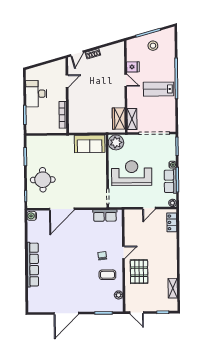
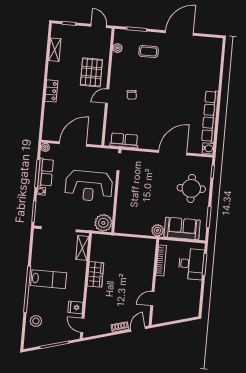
stool: (153, 46) -> (36, 321), moved
door: (126, 80) -> (82, 325), moved
desk: (36, 94) -> (191, 264), moved
wardrobe: (119, 118) -> (95, 274), moved
plant: (68, 141) -> (158, 230), added
sofa: (90, 144) -> (182, 228), moved
door: (149, 208) -> (73, 144), width x1.87
locker: (172, 222) -> (51, 91), moved
row of seats: (33, 265) -> (210, 116), moved
coffee table: (107, 275) -> (149, 51), moved

